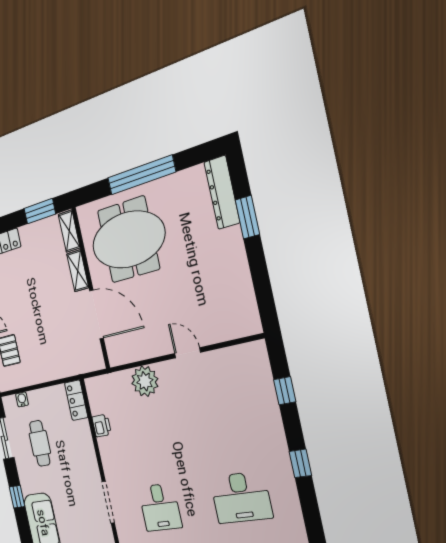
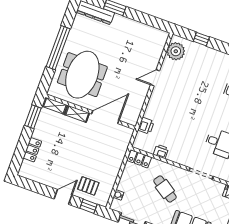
plant: (145, 381) -> (176, 51), moved
printer: (120, 382) -> (146, 126), added
cafe table: (40, 443) -> (165, 189), moved, turned 34

